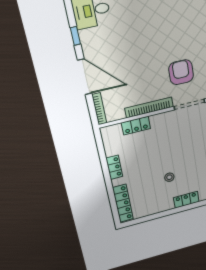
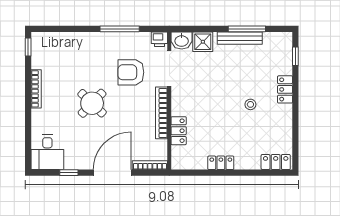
round table: (147, 43) -> (92, 103), added
locker: (123, 203) -> (276, 162), width x0.66

